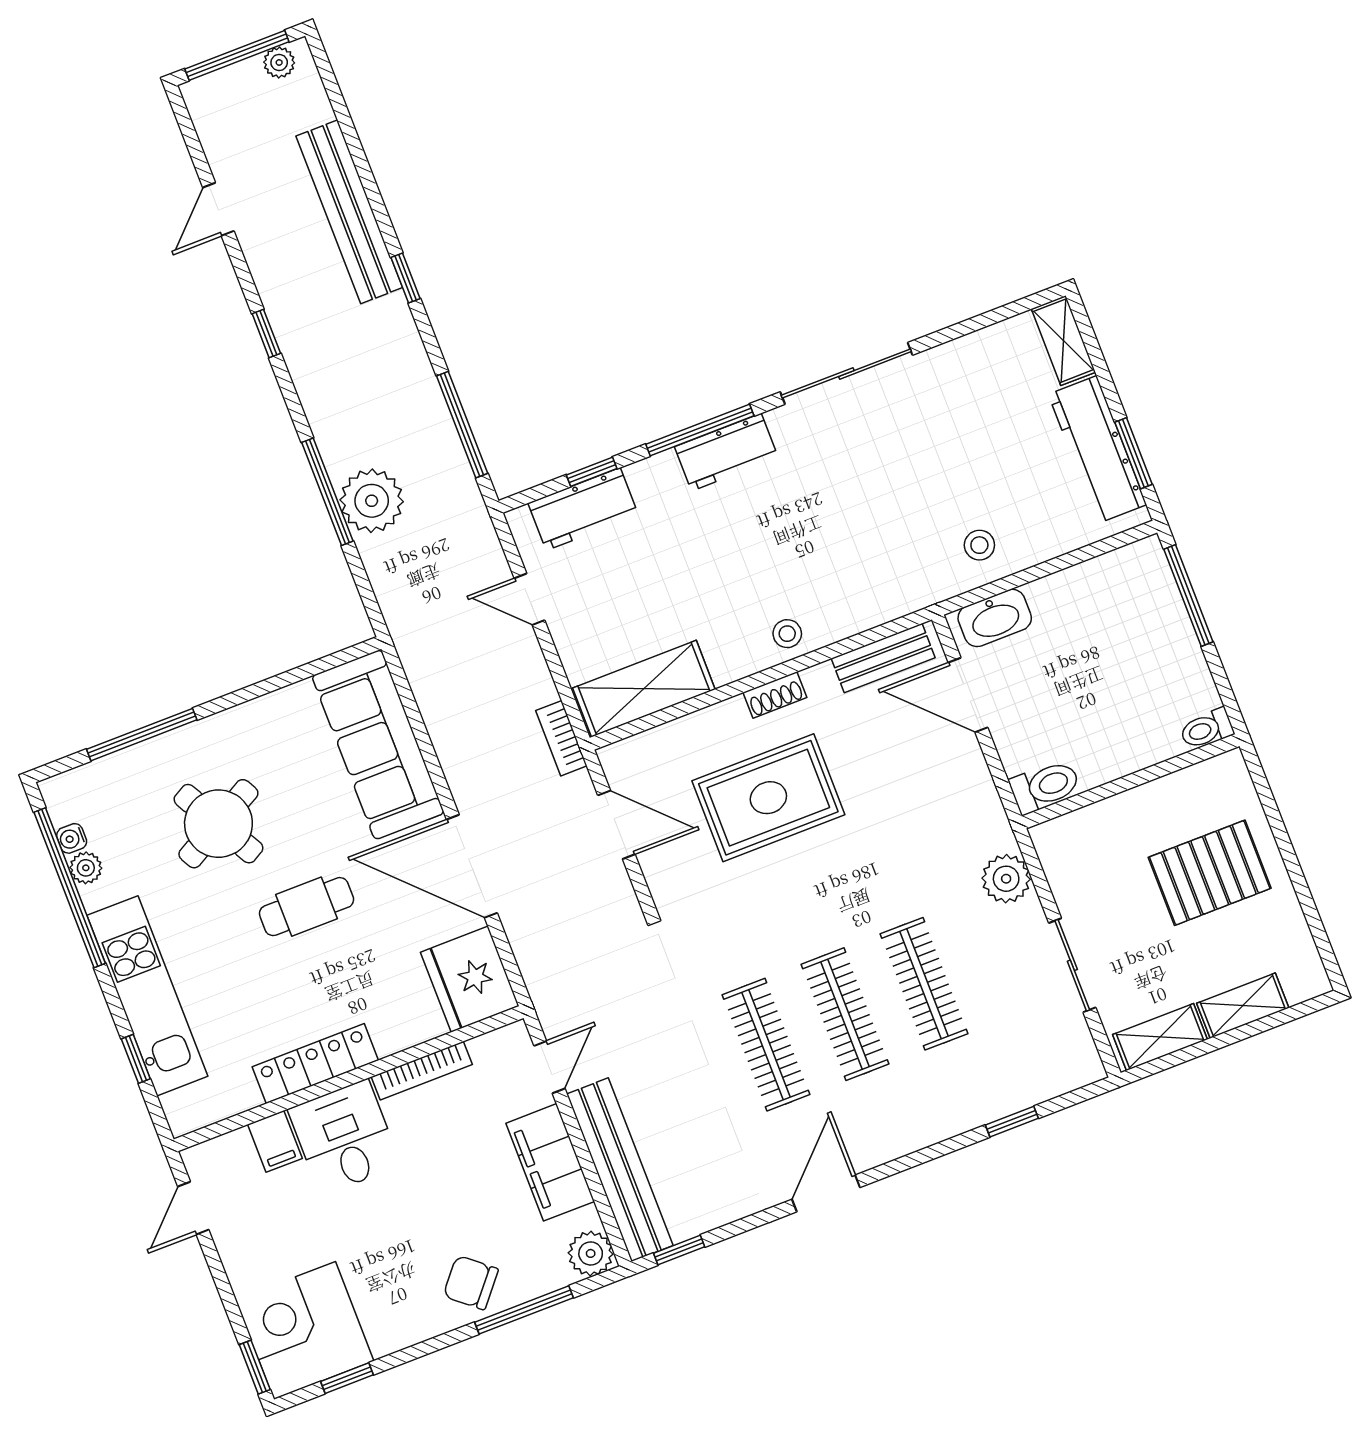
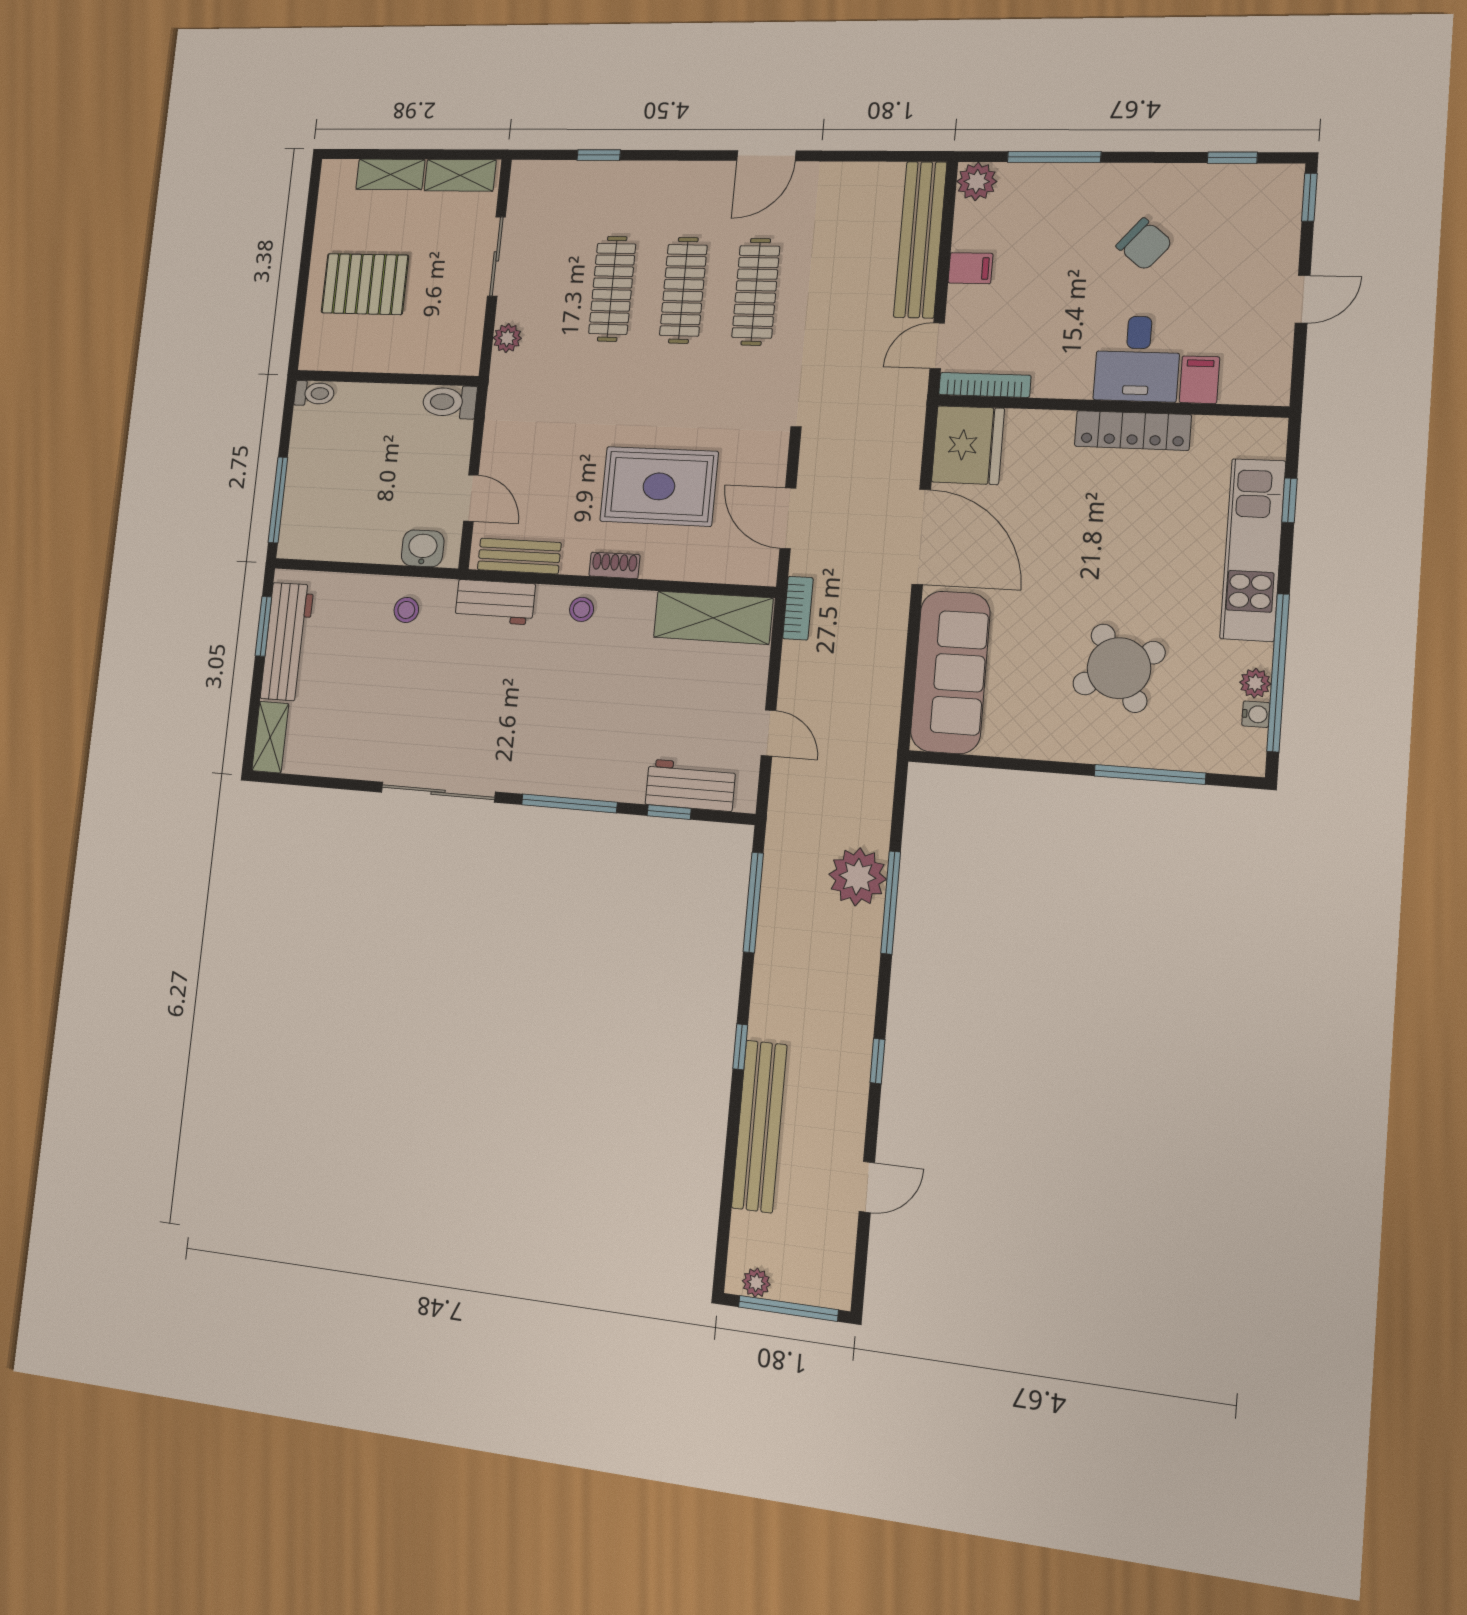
workbench: (726, 452) -> (495, 602), moved, turned 180
washbasin: (995, 618) -> (423, 548), width x0.72
door: (968, 695) -> (471, 498), width x0.73
plant: (1006, 879) -> (507, 338), width x0.73, depth x0.73
cafe table: (307, 907) -> (1077, 565), removed
bookcase: (422, 1071) -> (985, 385), moved
filing cabinet: (550, 1162) -> (971, 268), width x0.33, depth x0.86
door: (193, 1208) -> (1303, 299), moved
window: (679, 1250) -> (904, 156), removed
chair: (471, 1283) -> (1144, 244), moved
corner desk: (305, 1330) -> (1250, 211), removed

